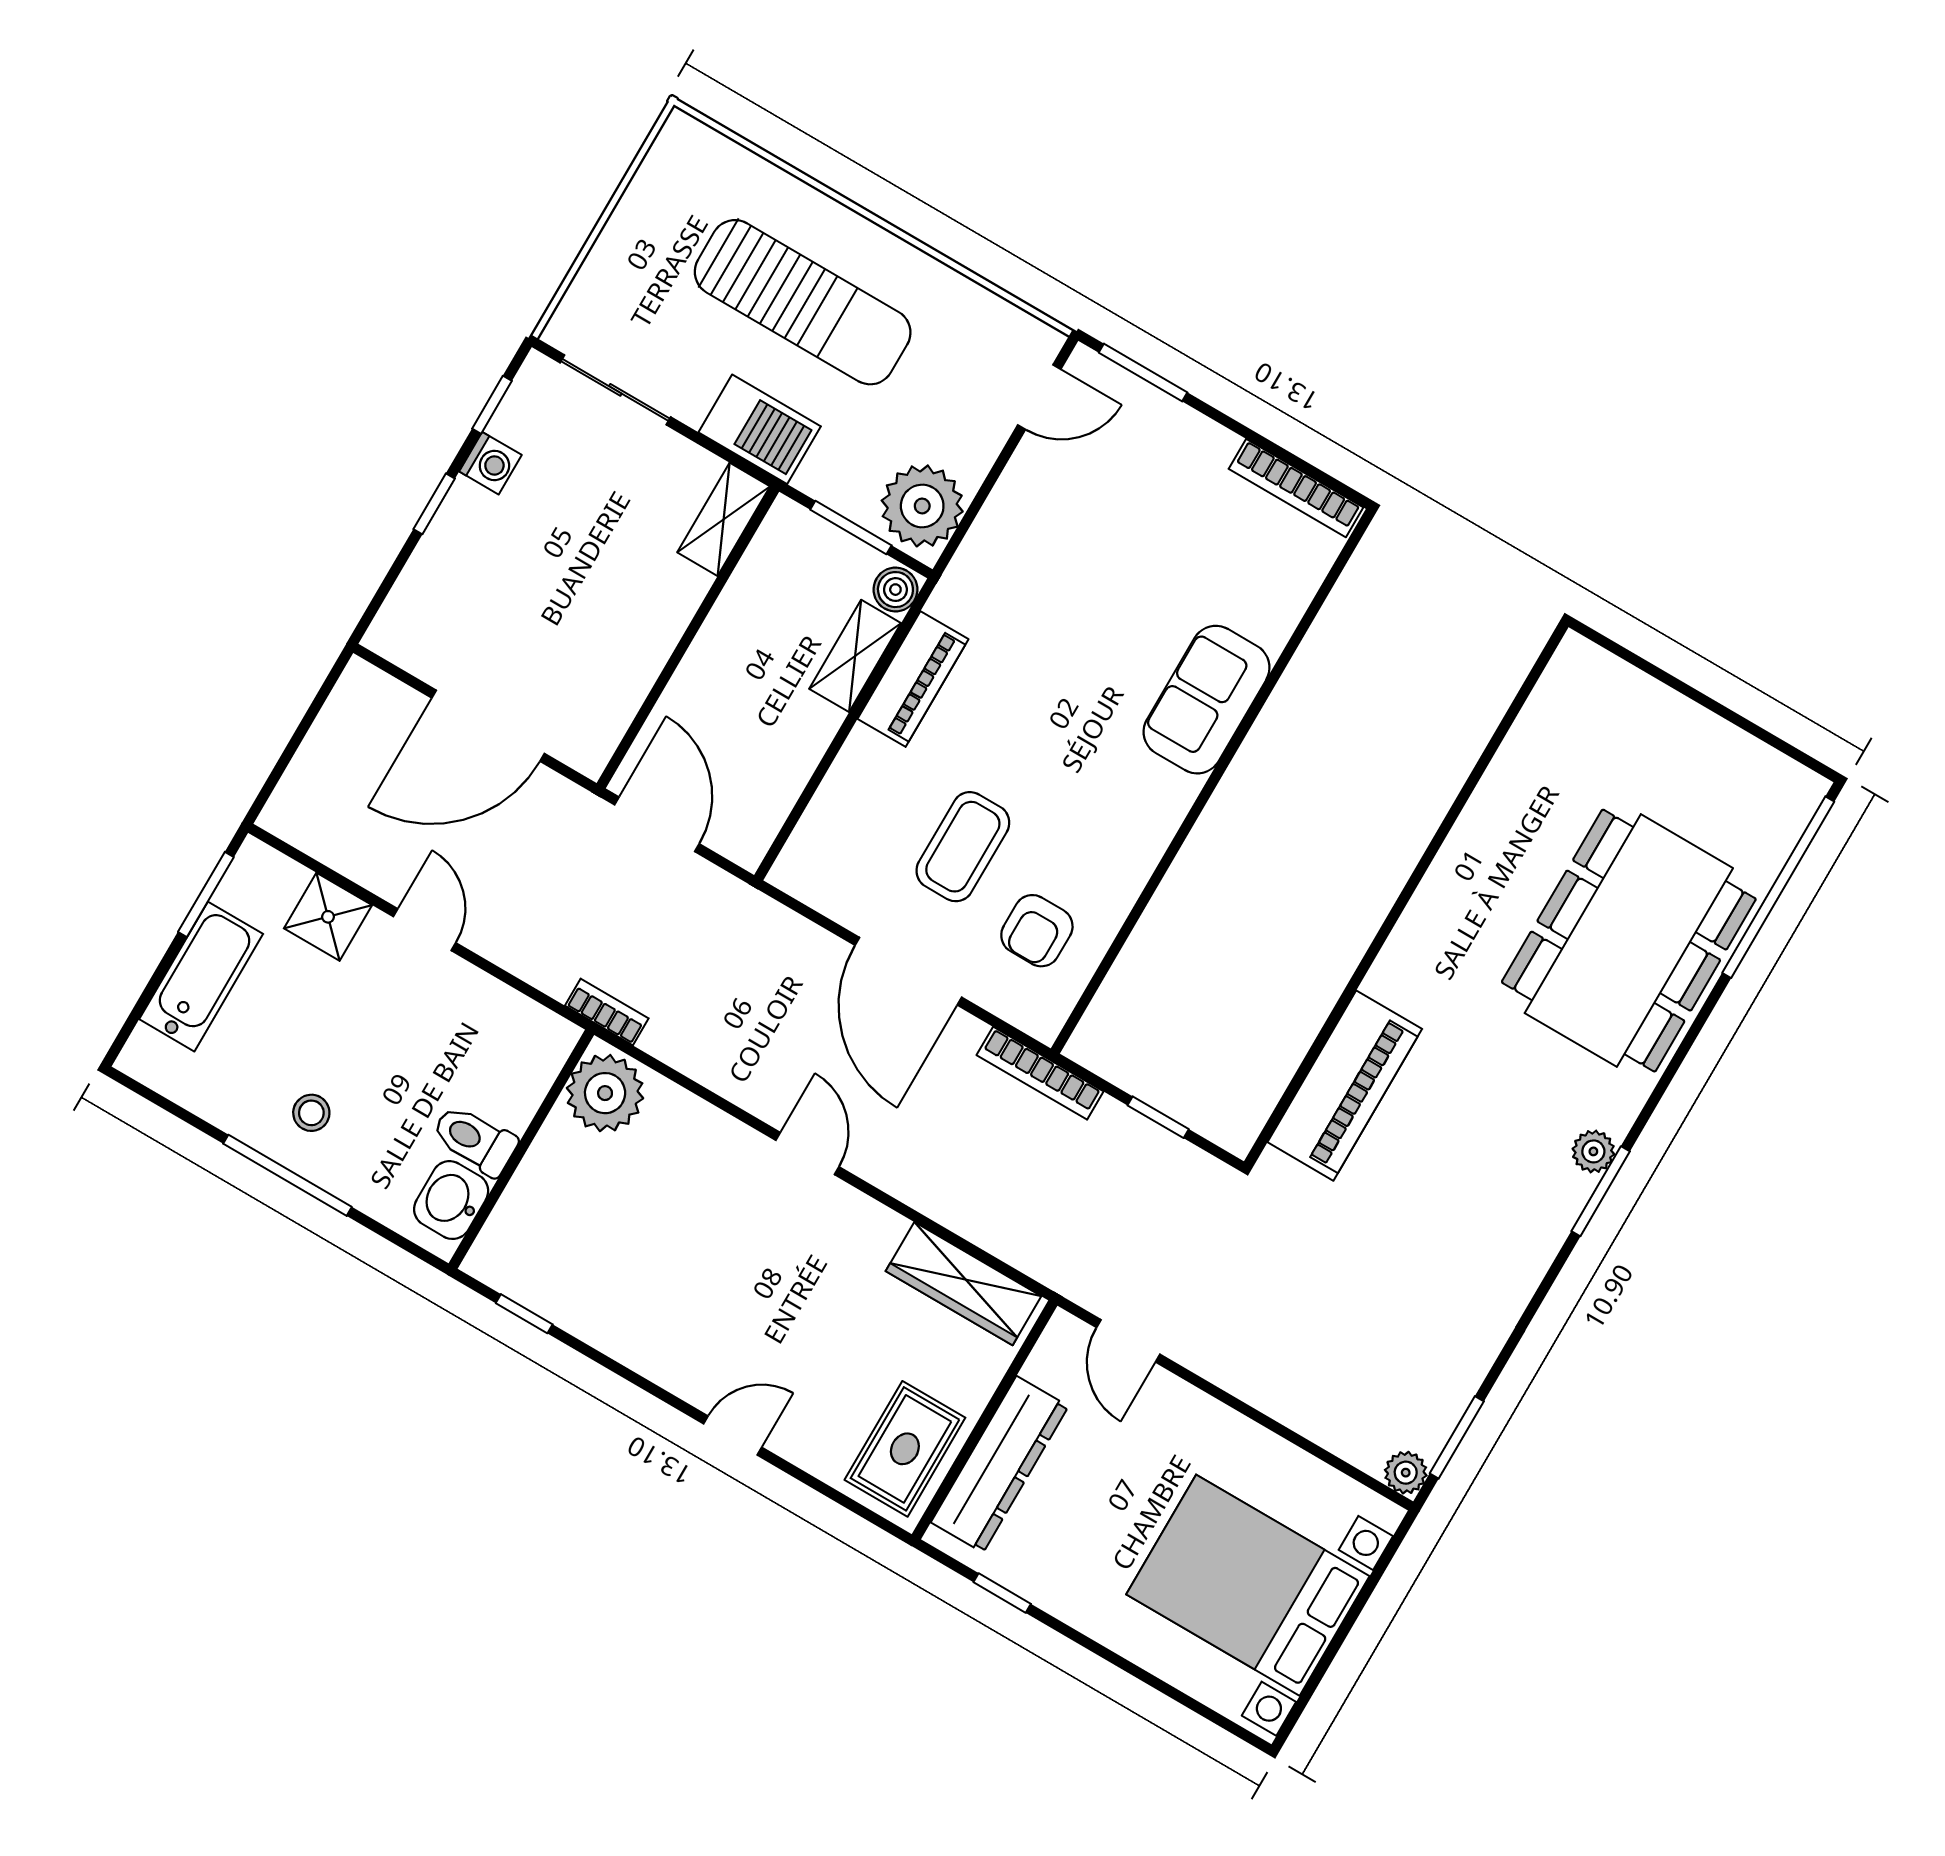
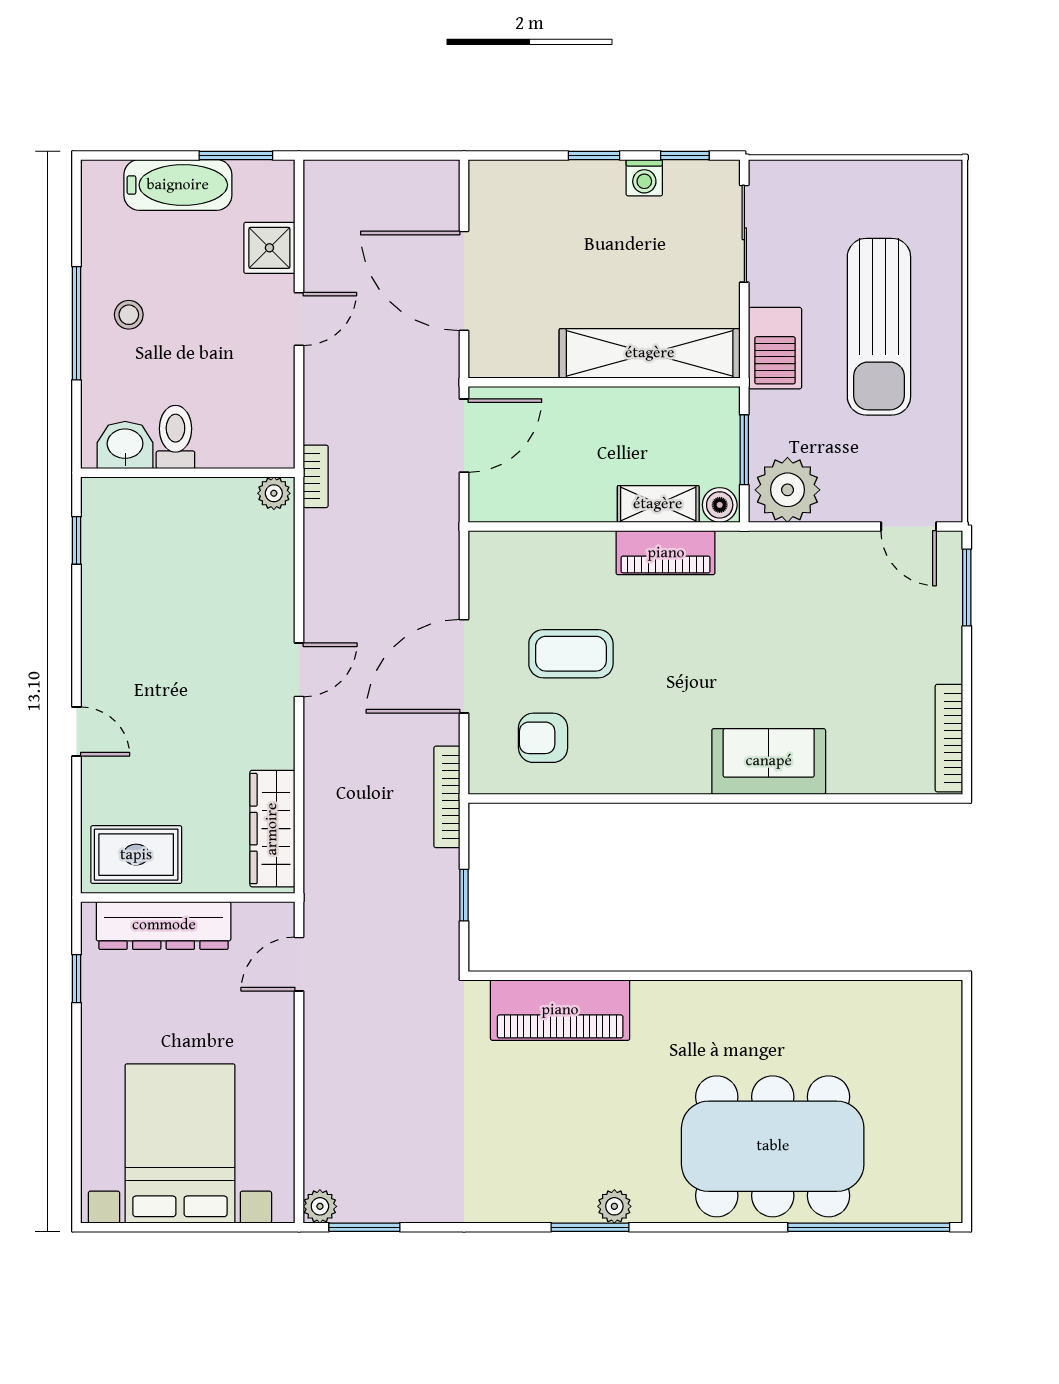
shelving: (724, 519) -> (650, 353), width x2.20, depth x1.33
plant: (605, 1093) -> (274, 493), width x0.53, depth x0.53

